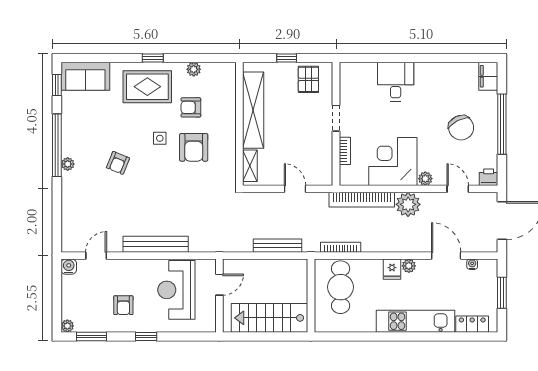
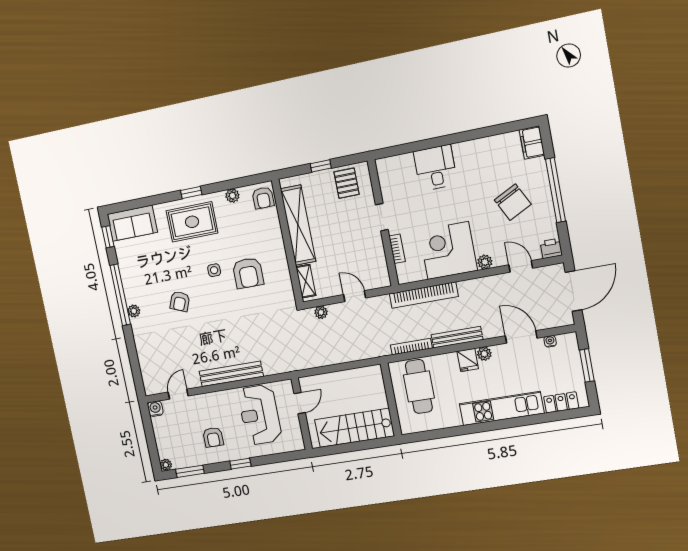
armchair: (191, 107) -> (263, 198), moved, turned -90
plant: (408, 204) -> (321, 312), moved, width x0.53, depth x0.53
bench: (277, 246) -> (457, 337), moved

